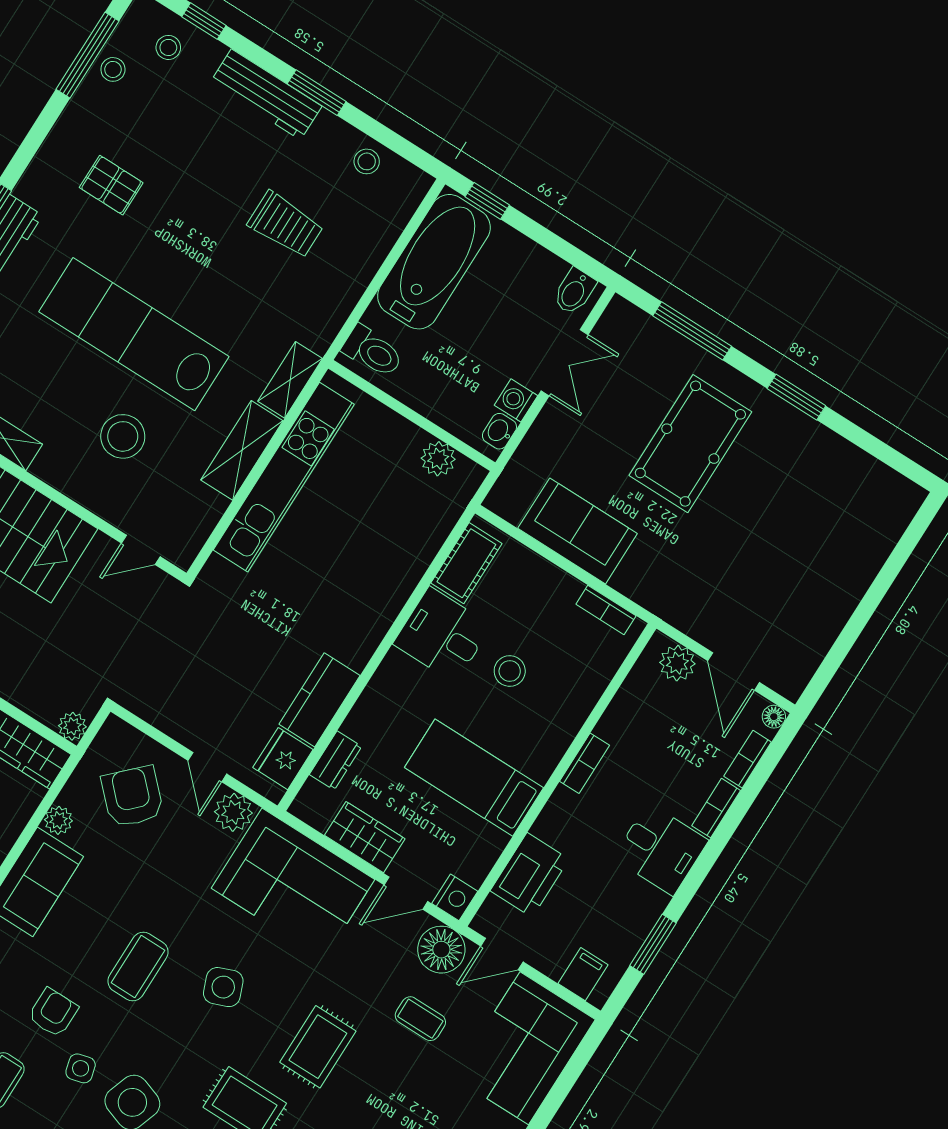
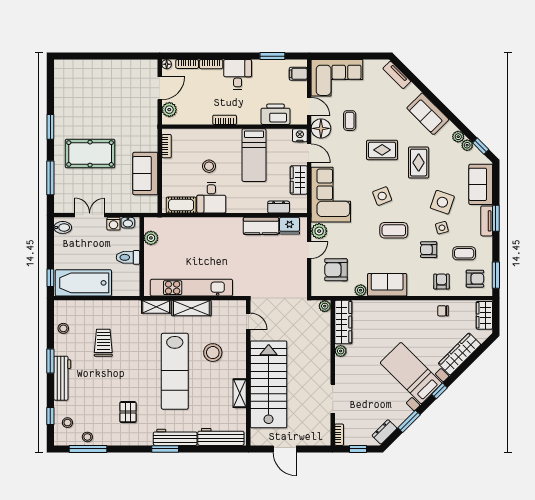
toilet: (373, 351) -> (128, 257), moved, turned -90
armchair: (132, 797) -> (336, 270), turned 45

